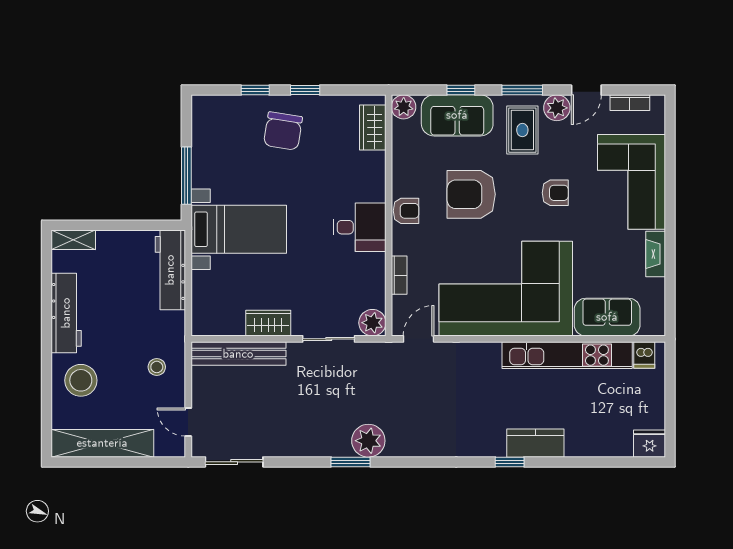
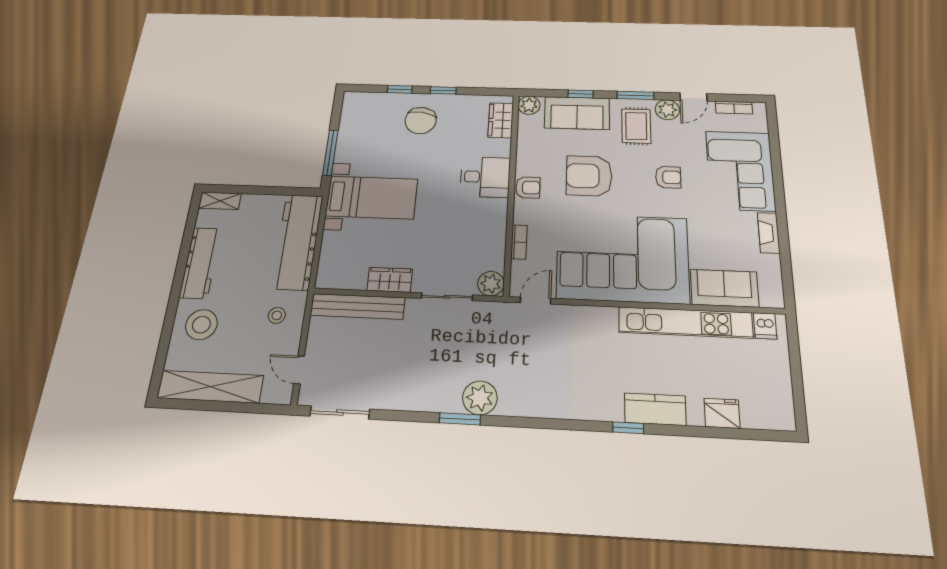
desk: (359, 227) -> (485, 177), moved
workbench: (170, 270) -> (297, 242), width x1.36, depth x1.32
fridge: (650, 444) -> (722, 413), moved

